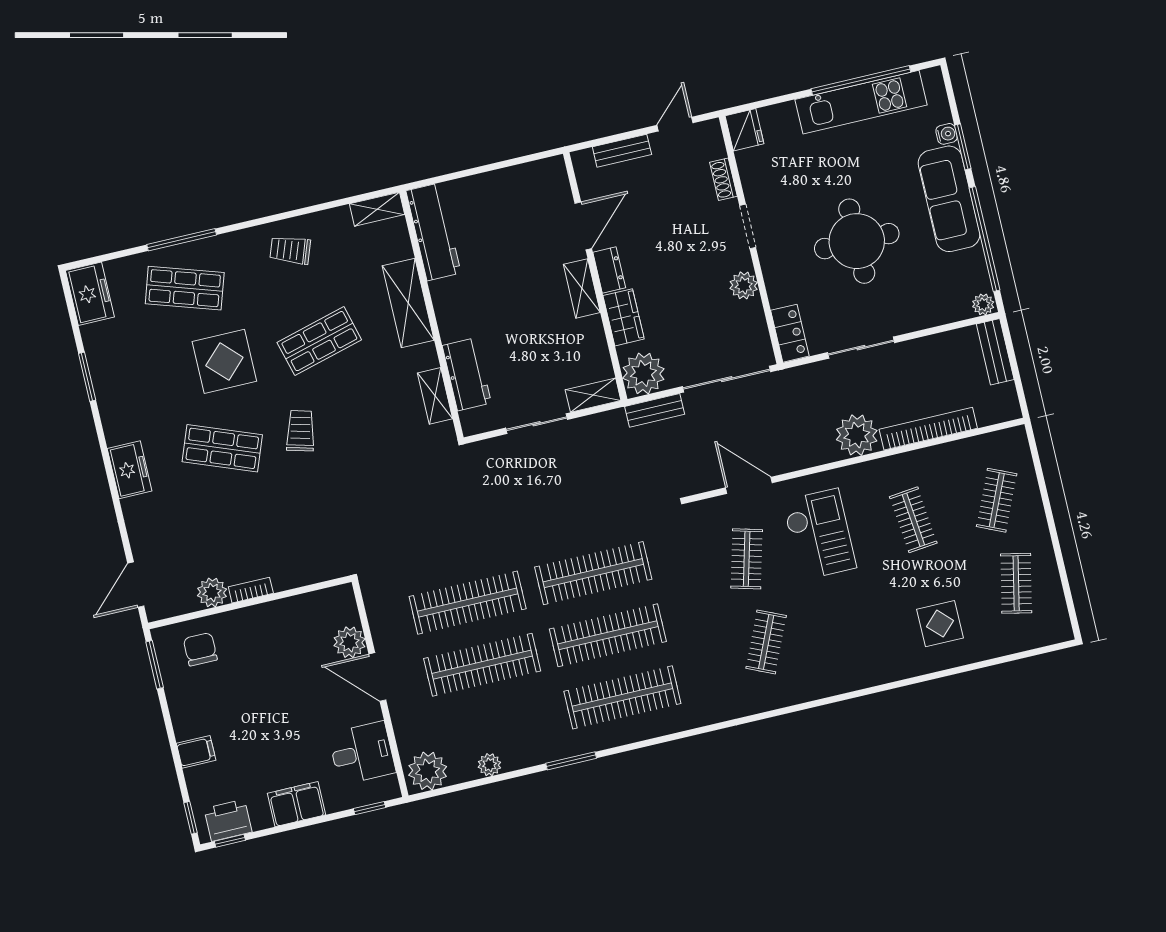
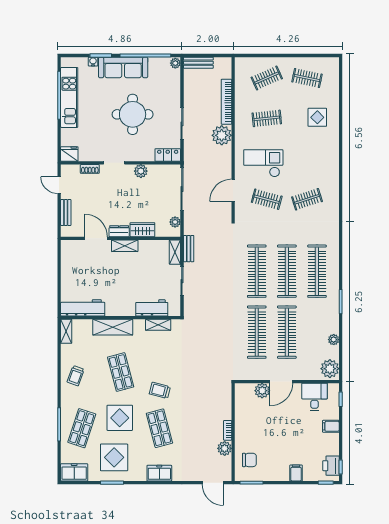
display table: (140, 369) -> (114, 457), added
plant: (643, 373) -> (175, 222), width x0.53, depth x0.53
bench: (655, 410) -> (189, 249), moved
shop shelf: (222, 448) -> (159, 428), turned -36
clothes rail: (997, 500) -> (267, 78), turned -48
clothes rail: (766, 642) -> (307, 199), turned -42
chair: (200, 649) -> (249, 460), turned 180
filing cabinet: (296, 804) -> (331, 426), width x0.50

